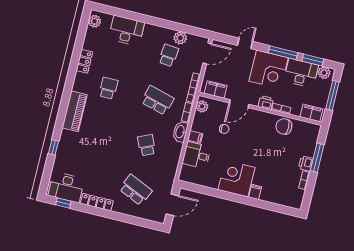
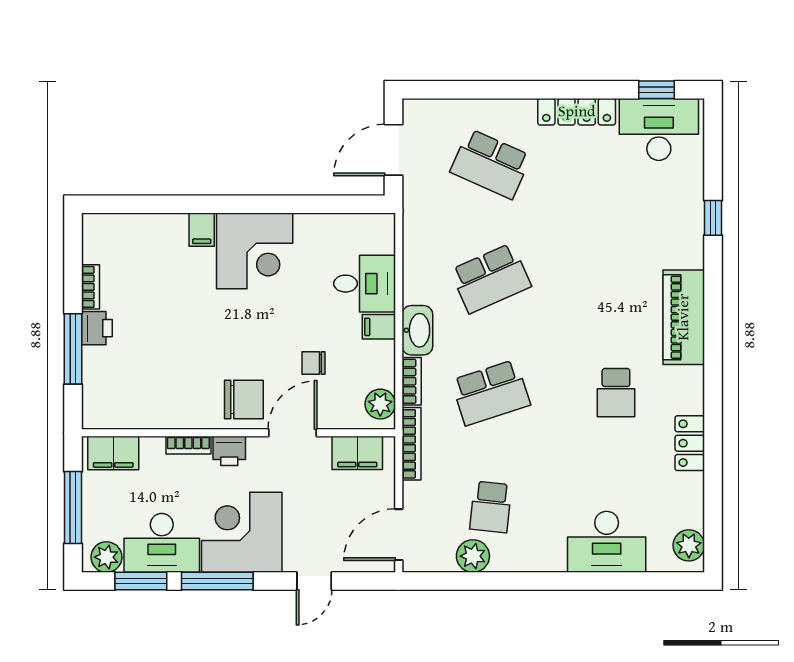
school desk: (158, 100) -> (491, 393), turned -33
chair: (284, 126) -> (244, 400), moved
school desk: (147, 145) -> (491, 278), width x1.85

